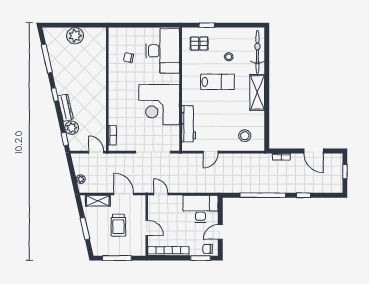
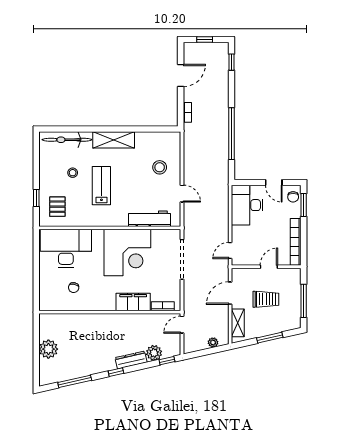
filing cabinet: (116, 109) -> (133, 302), added
stool: (245, 136) -> (160, 167), moved
window: (304, 195) -> (231, 62), moved

